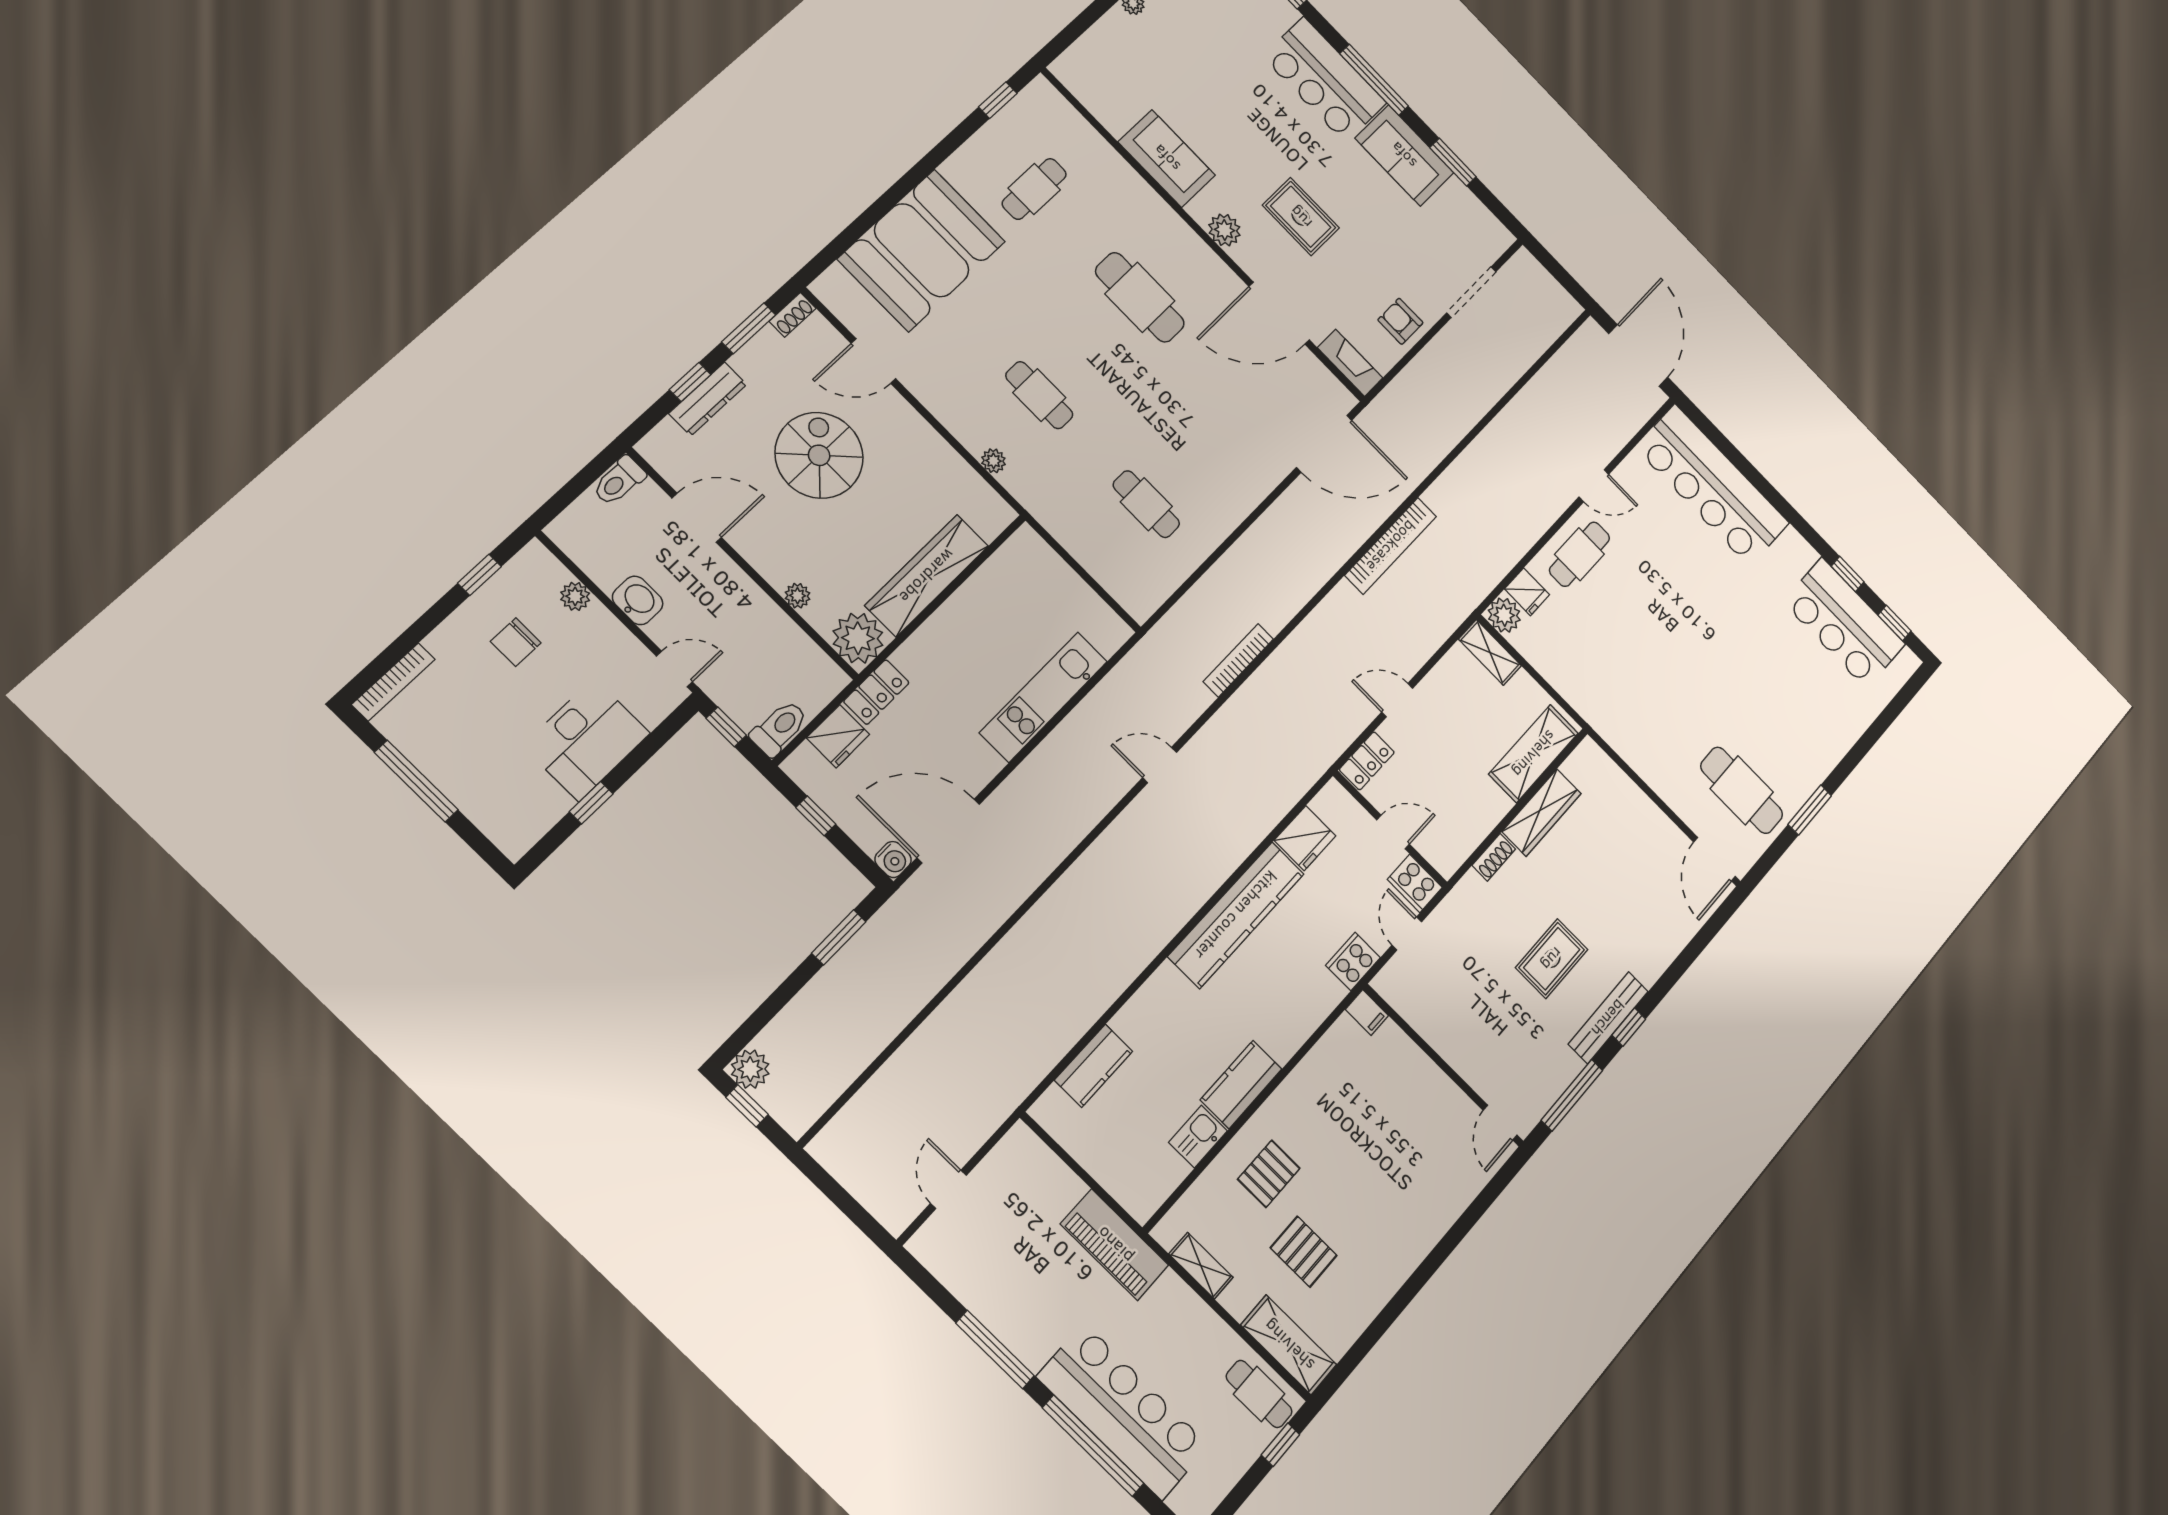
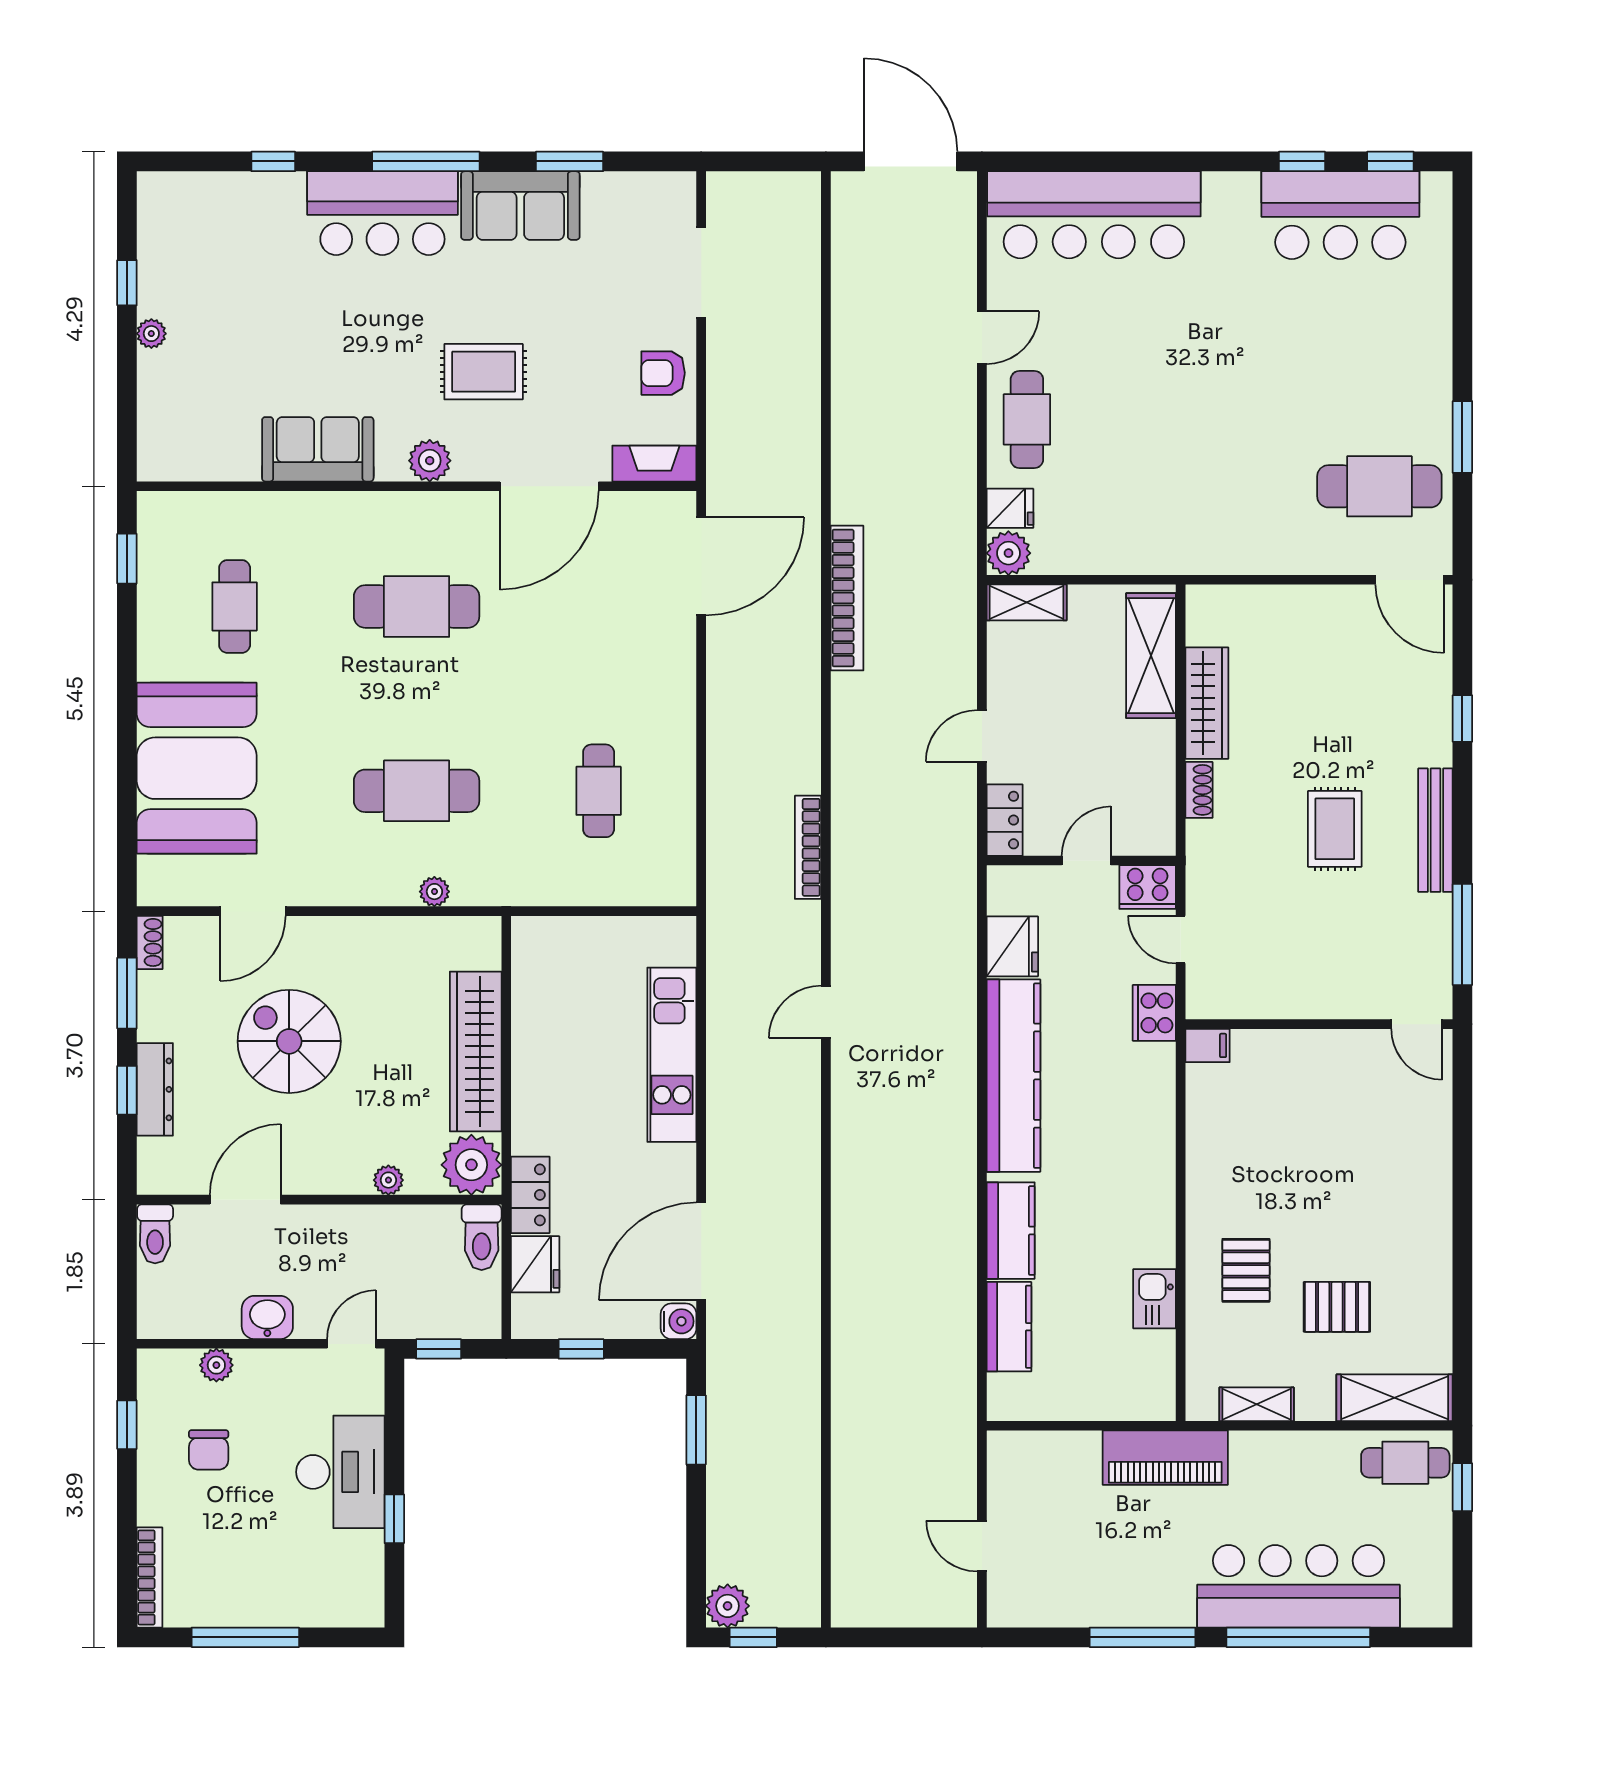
cafe table: (1039, 395) -> (417, 791), width x1.37, depth x1.35
cafe table: (1146, 504) -> (599, 791), turned 90
toilet: (779, 728) -> (482, 1237), moved, turned 180
window: (1629, 1027) -> (1462, 719), moved
kitchen counter: (1241, 1084) -> (1011, 1231), moved, turned 180

